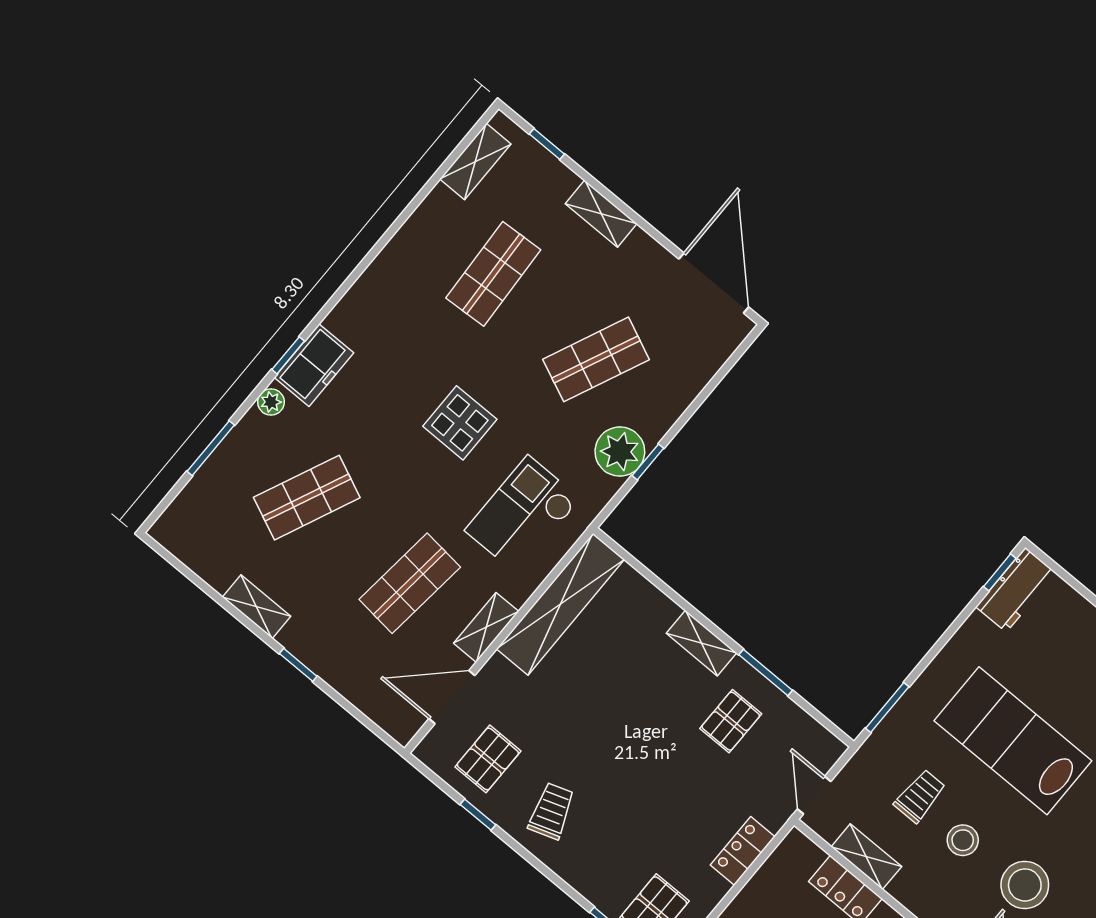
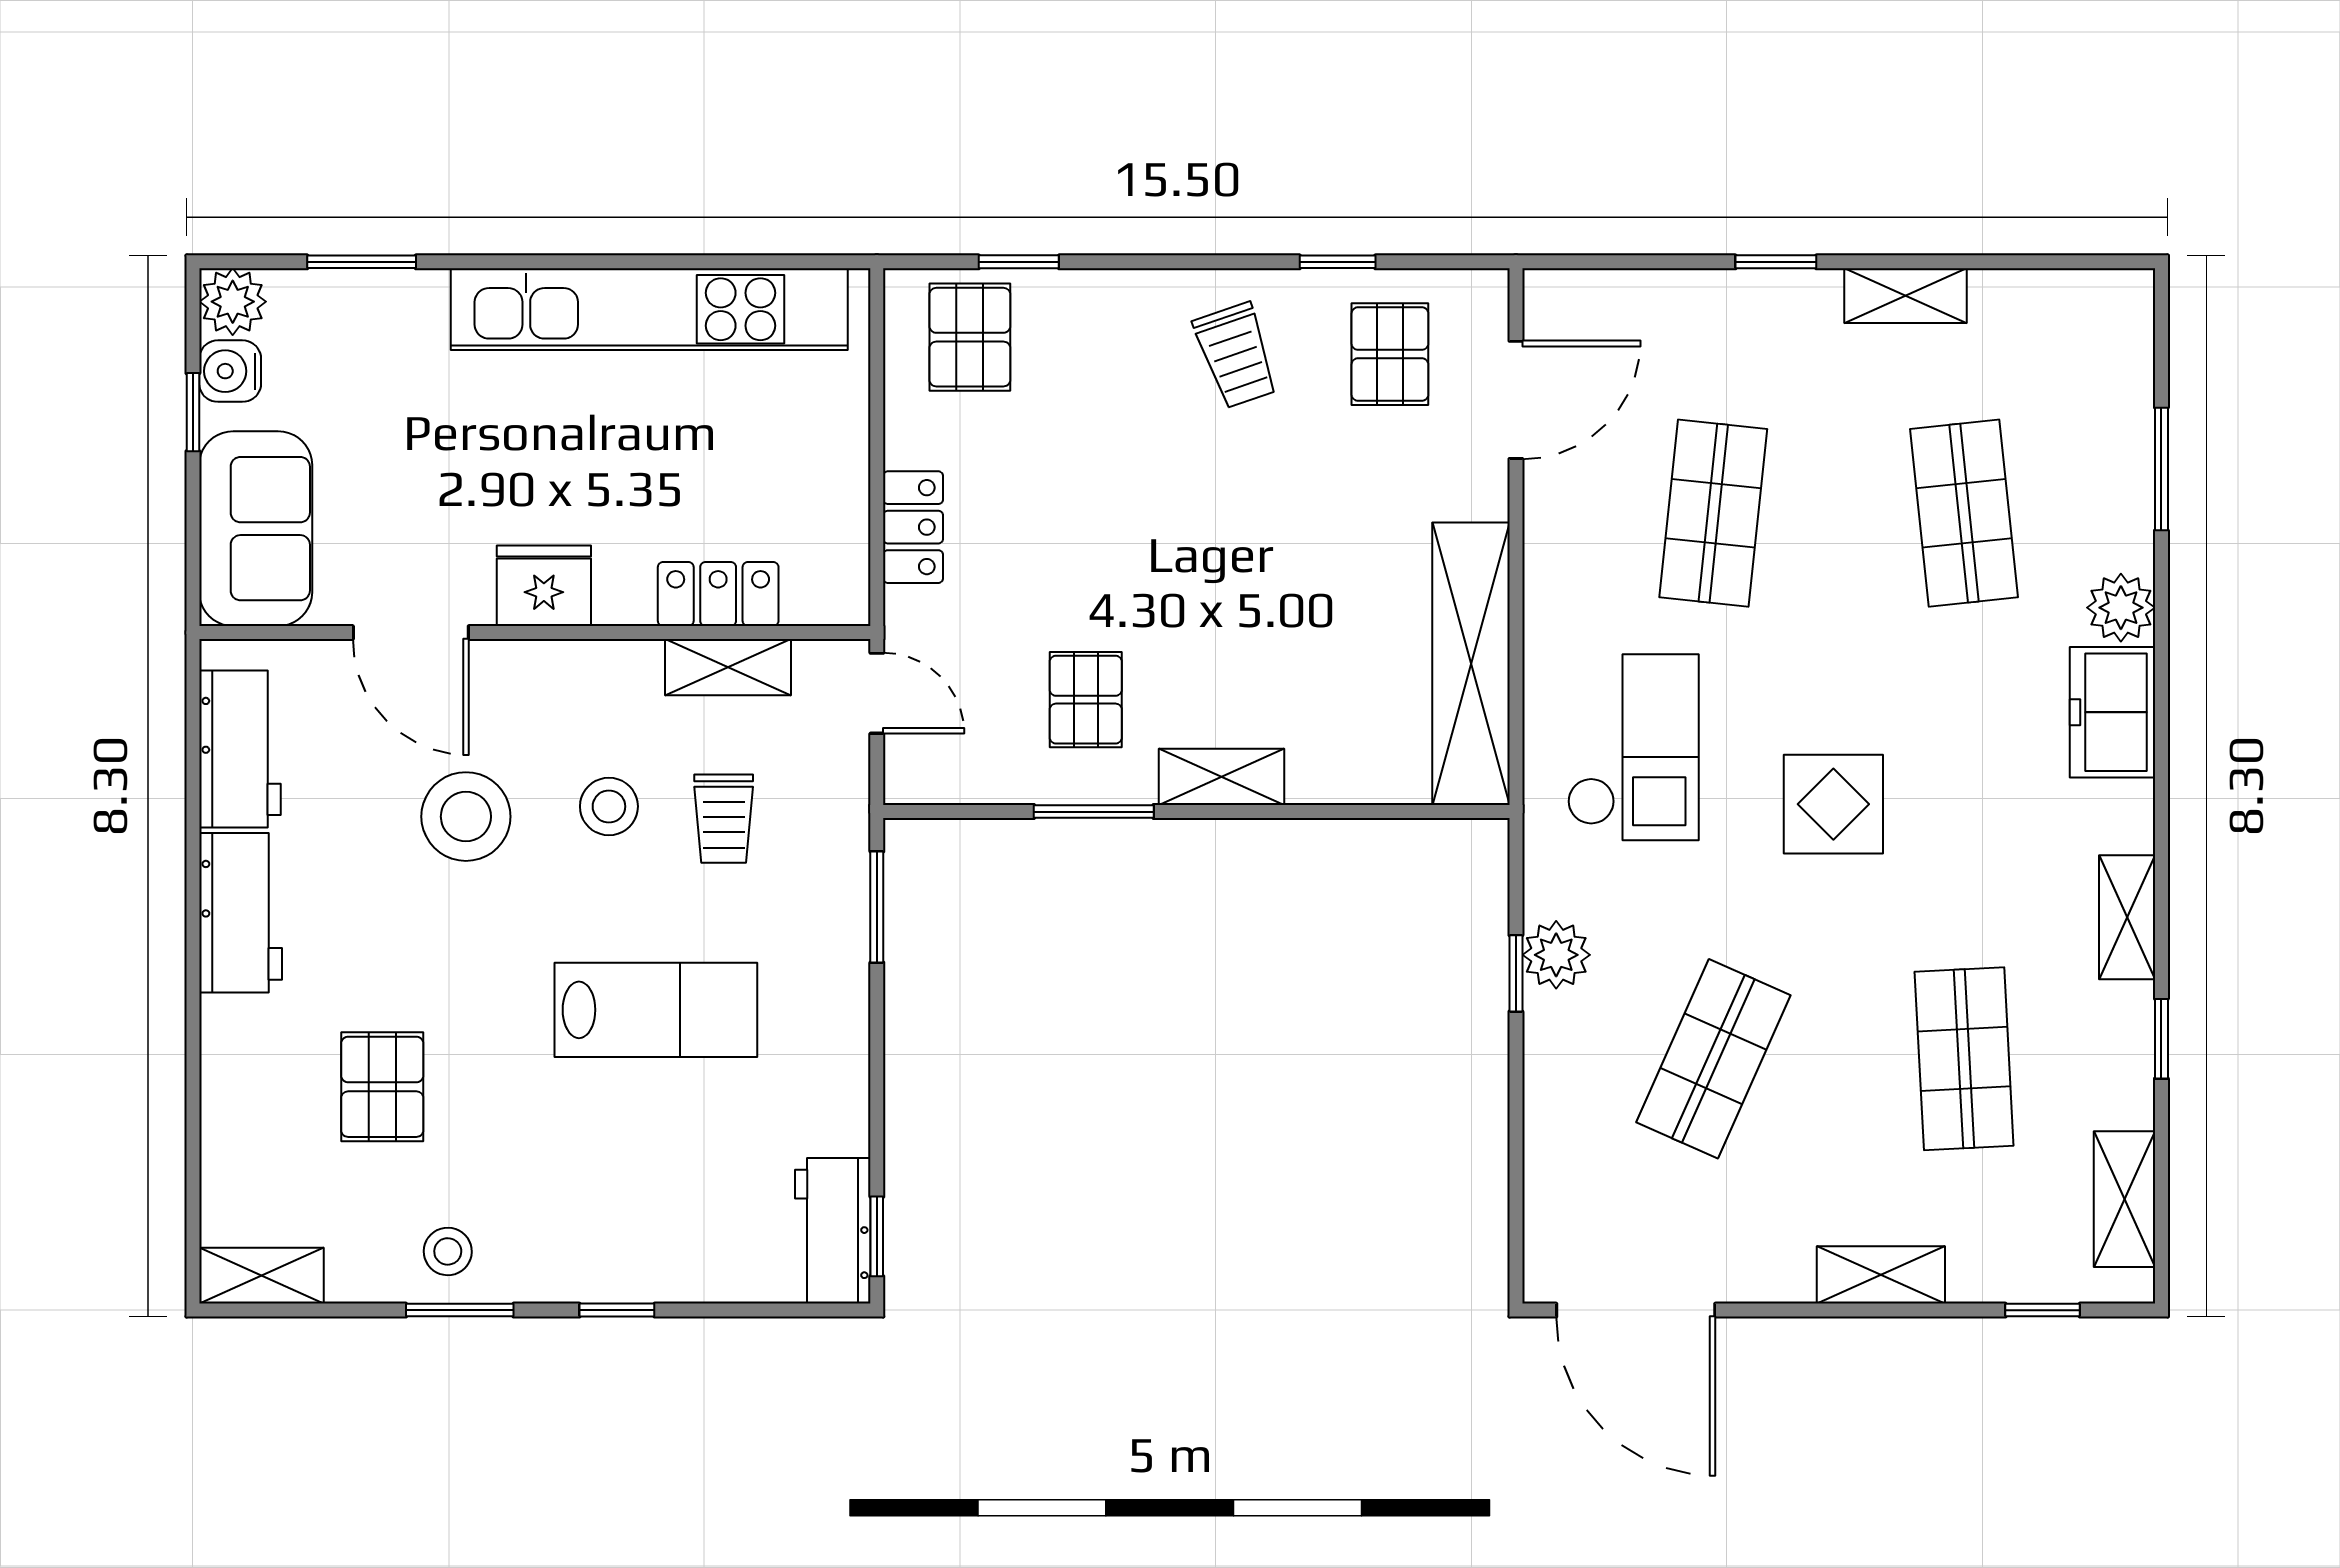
window: (288, 355) -> (2161, 1039), moved
plant: (271, 402) -> (2121, 608), width x1.38, depth x1.38
plant: (620, 452) -> (1556, 955), width x0.73, depth x0.73
shop shelf: (307, 498) -> (1964, 513), turned -30
shelving: (486, 627) -> (2127, 917), moved
lab bench: (1013, 741) -> (656, 1010), width x0.73, depth x0.72

